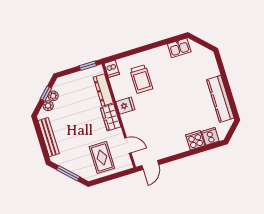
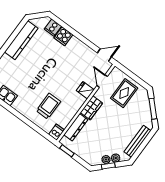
fridge: (125, 106) -> (85, 90), moved

